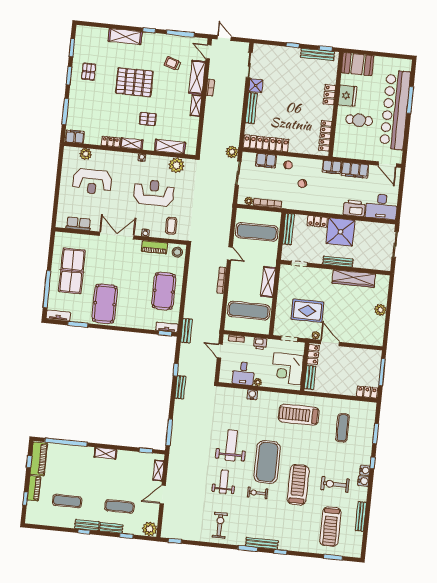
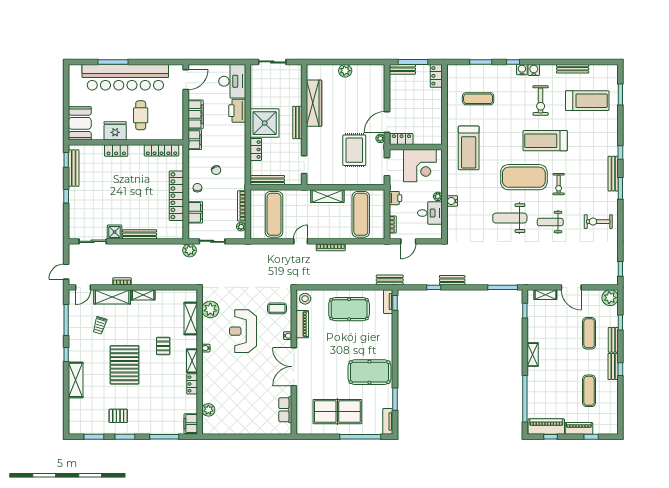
locker: (266, 143) -> (176, 196), moved
reception desk: (92, 182) -> (238, 399), removed
bench: (310, 377) -> (402, 69), moved

